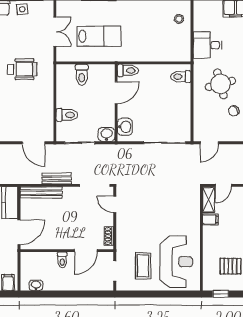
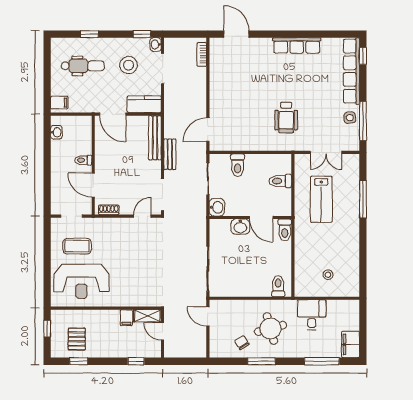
stool: (179, 19) -> (328, 275), moved
washbasin: (125, 127) -> (240, 227), moved

